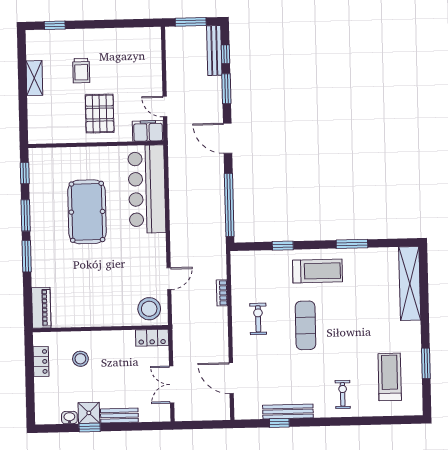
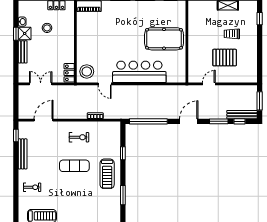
pallet: (100, 114) -> (225, 58), moved
filing cabinet: (148, 131) -> (194, 73), removed
bar counter: (147, 189) -> (139, 72), moved
pool table: (87, 212) -> (164, 39), moved
stool: (80, 359) -> (47, 28), moved
window: (279, 423) -> (16, 135), moved

